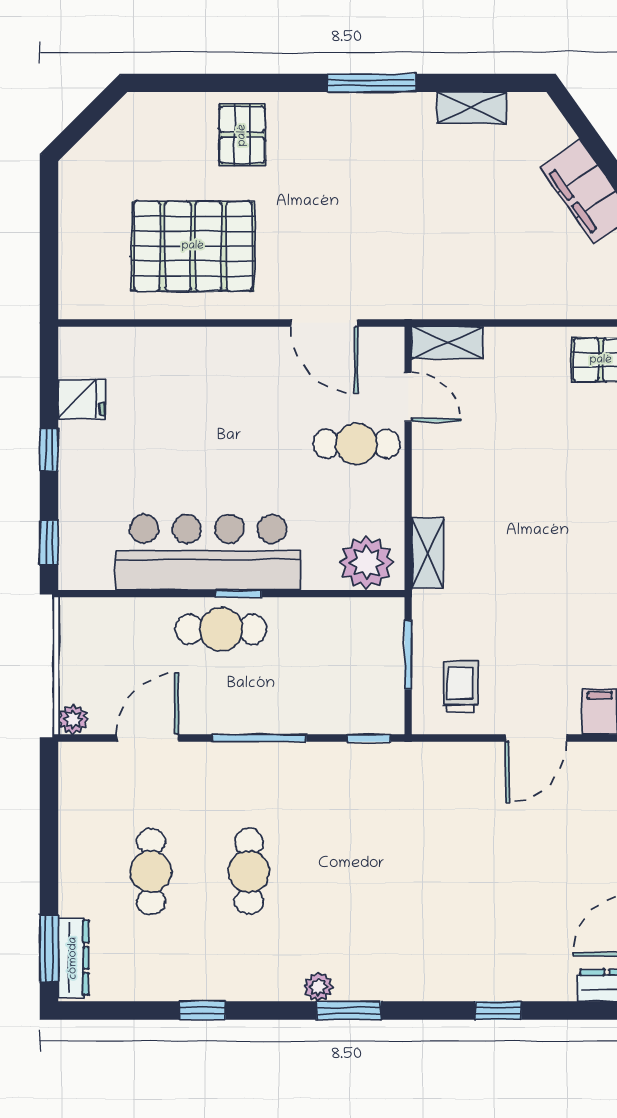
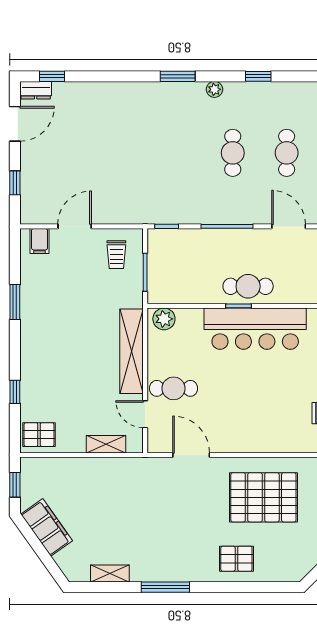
pallet: (242, 135) -> (236, 559), turned 90
shelving: (447, 343) -> (106, 444), moved
shelving: (427, 553) -> (132, 351), width x2.20, depth x1.33
plant: (366, 563) -> (164, 319), width x0.73, depth x0.73
door: (148, 738) -> (289, 226), swing flipped
plant: (318, 987) -> (214, 89), moved
window: (498, 1011) -> (52, 76), moved

